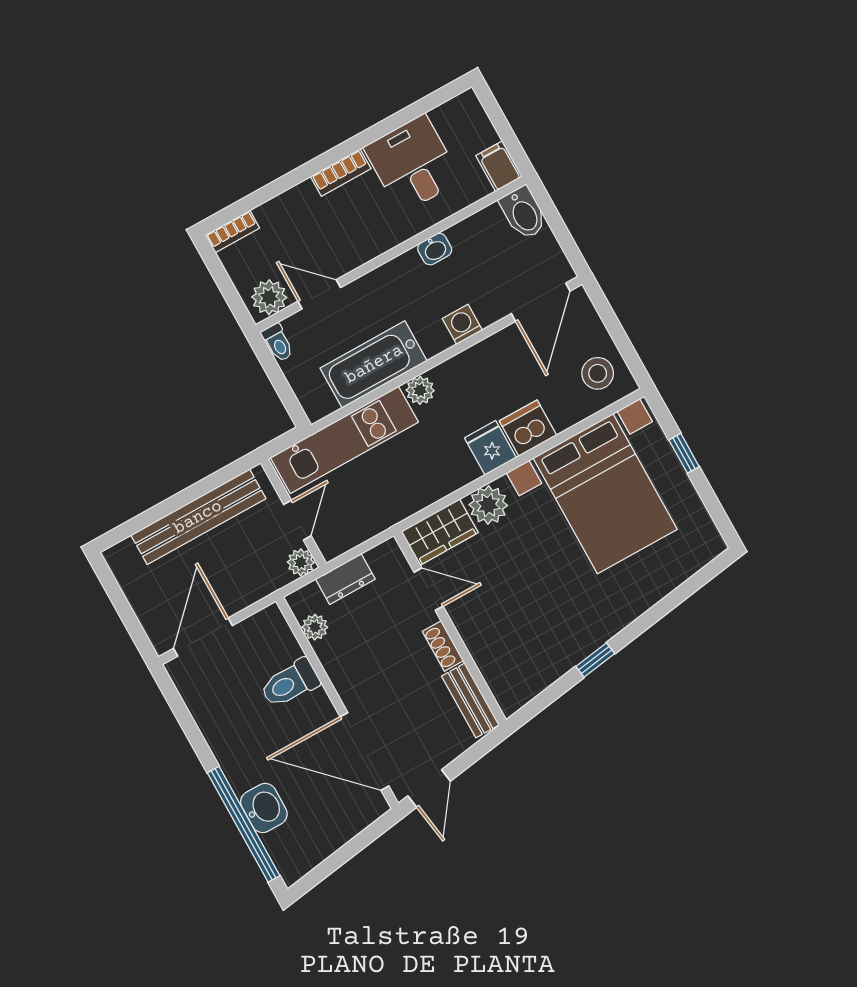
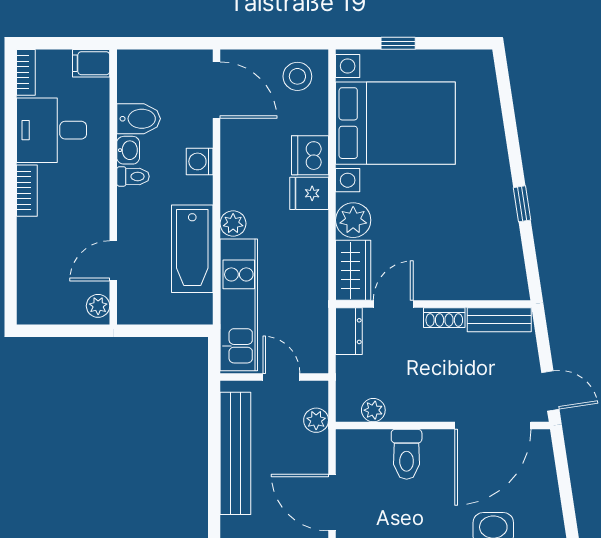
bidet: (523, 213) -> (139, 119), moved
bookcase: (232, 232) -> (26, 72), moved
plant: (269, 297) -> (98, 306), width x0.73, depth x0.73
toilet: (278, 343) -> (133, 176), moved
plant: (301, 562) -> (316, 420), moved
dresser: (345, 579) -> (349, 331), moved

